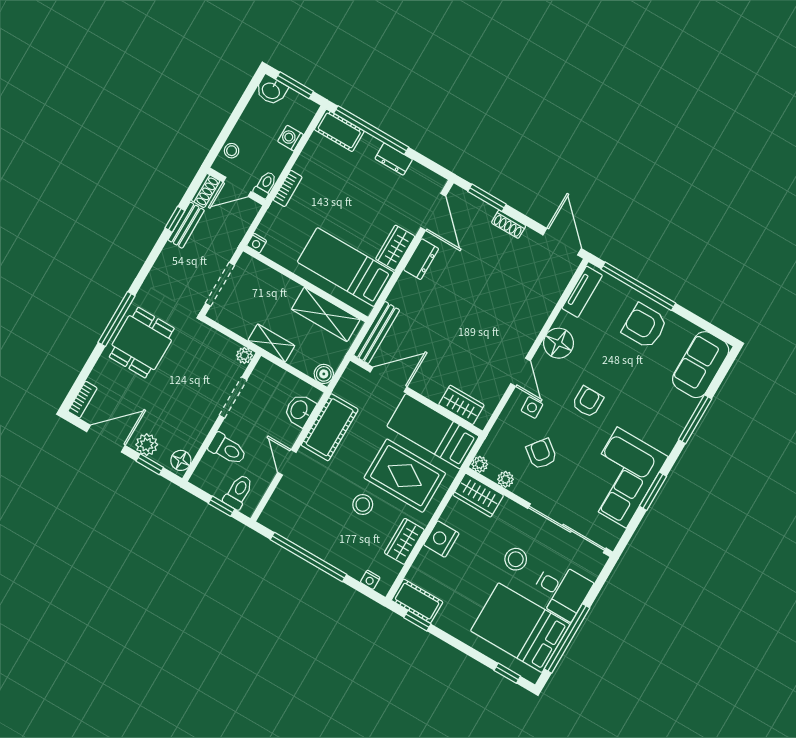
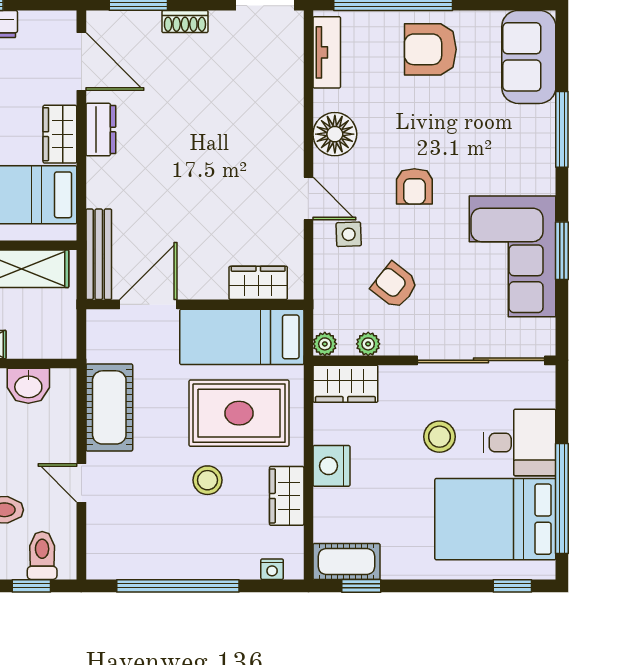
boiler: (324, 374) -> (63, 345), removed
armchair: (588, 402) -> (414, 186), turned 180
washbasin: (300, 410) -> (28, 386), moved, turned -90

